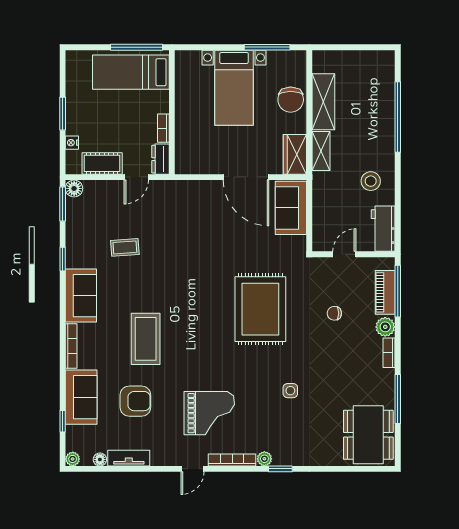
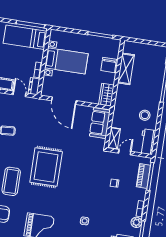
bed with nightstands: (234, 88) -> (66, 61), moved, turned -90
shelving: (321, 151) -> (114, 138), moved
door: (136, 177) -> (19, 94), swing flipped
door: (246, 177) -> (64, 101), moved
rug: (260, 309) -> (46, 167), moved
plant: (385, 327) -> (136, 222), moved

